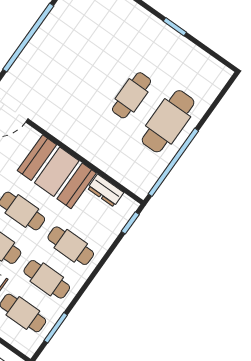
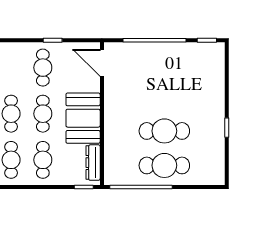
cafe table: (132, 95) -> (164, 131), width x1.37, depth x1.35
dresser: (106, 190) -> (93, 163), width x1.44

